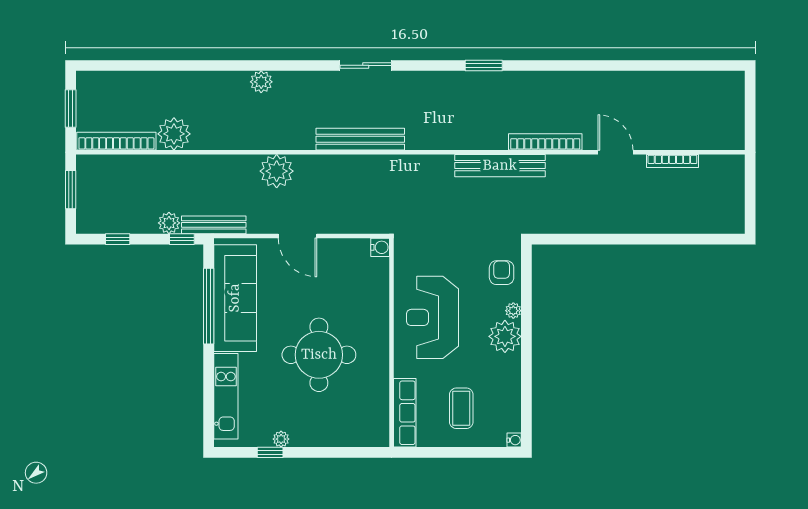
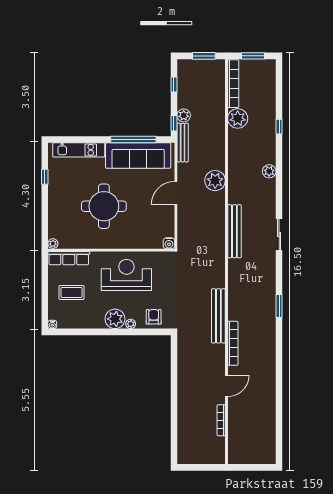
window: (188, 65) -> (279, 127), added
armchair: (502, 273) -> (154, 317), turned -90
plant: (281, 439) -> (53, 244), moved

